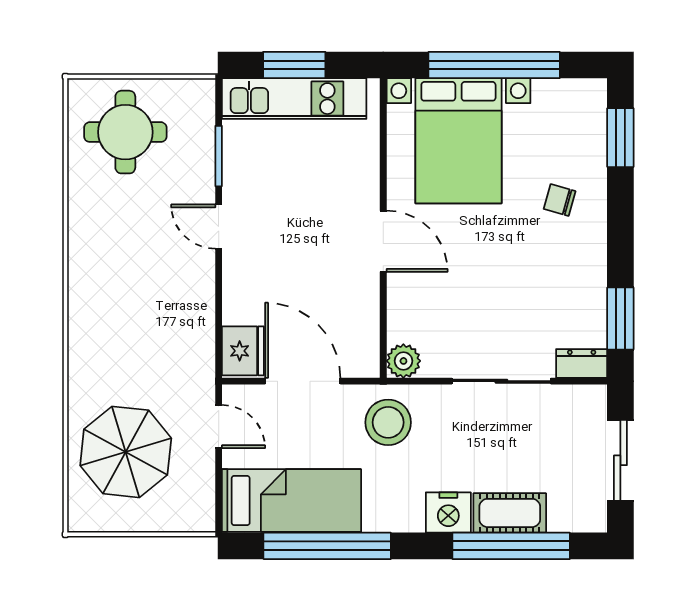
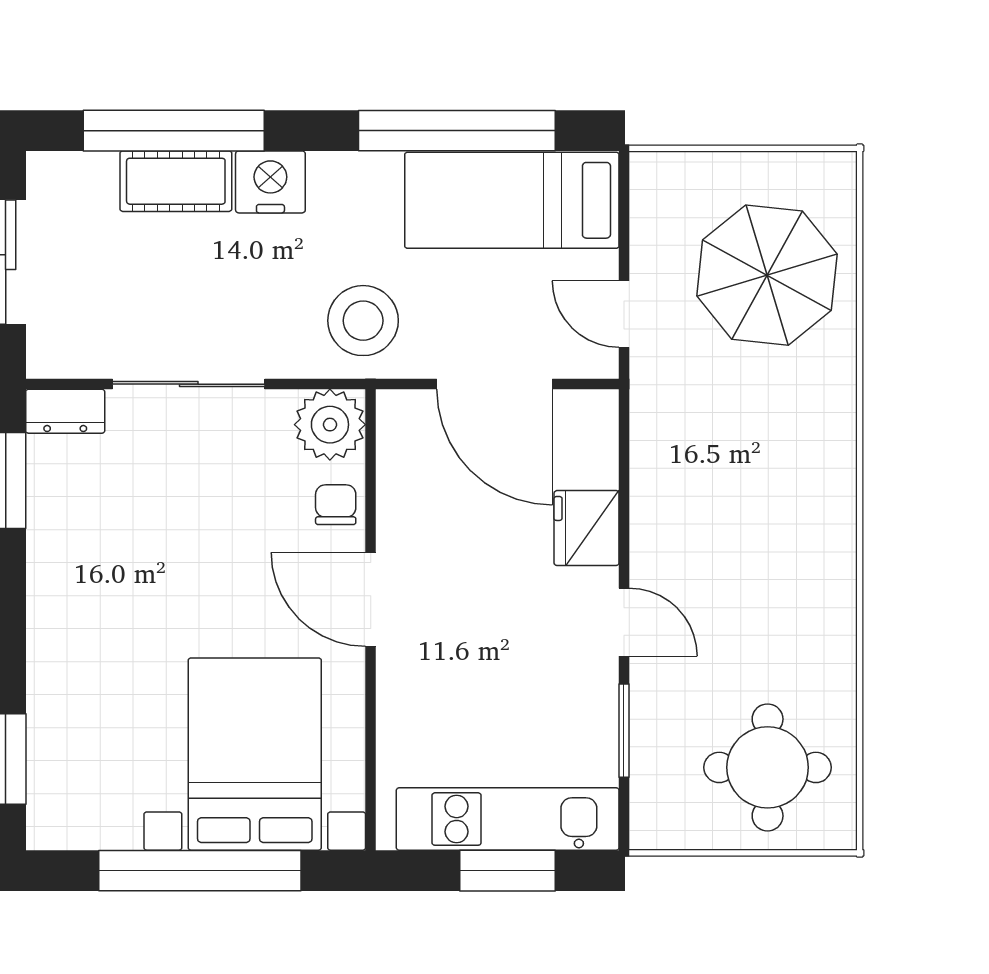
chair: (560, 200) -> (336, 505), moved, turned -106
fridge: (243, 351) -> (587, 528), moved
plant: (403, 361) -> (330, 425), width x1.36, depth x1.36

